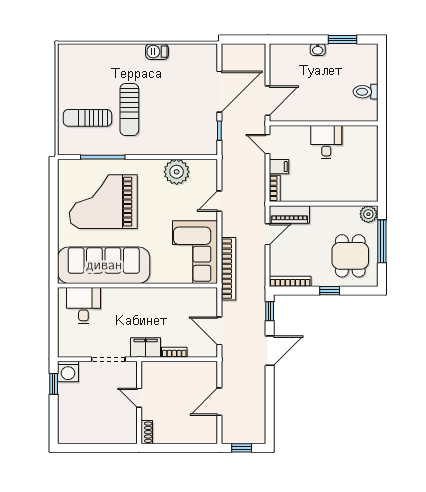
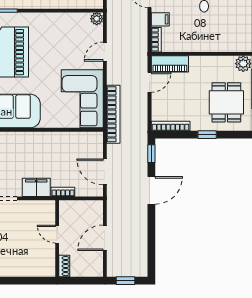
plant: (177, 172) -> (97, 19), moved, width x0.53, depth x0.53
door: (139, 398) -> (57, 234), moved
wall: (139, 403) -> (57, 239), moved
shoe rack: (147, 432) -> (64, 266), moved

